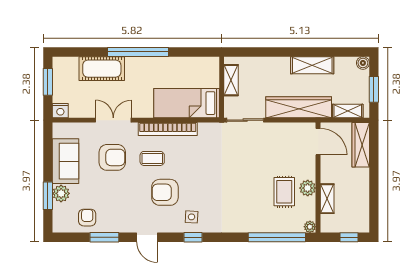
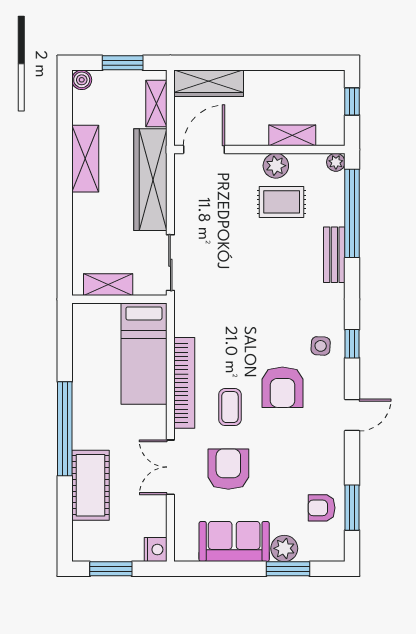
bench: (250, 226) -> (334, 255), added
window: (104, 237) -> (352, 508), moved

